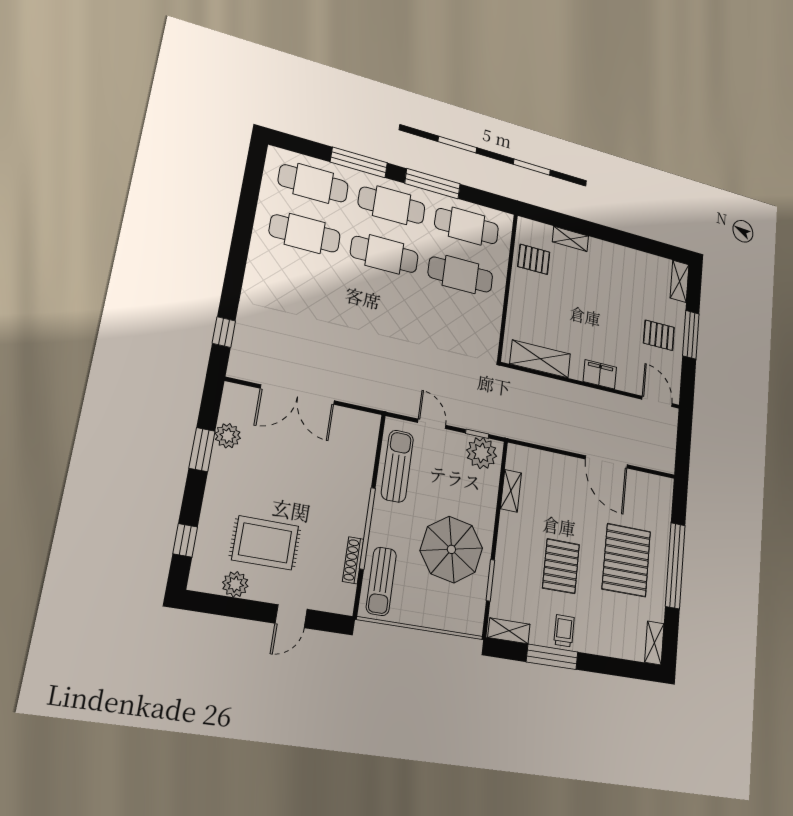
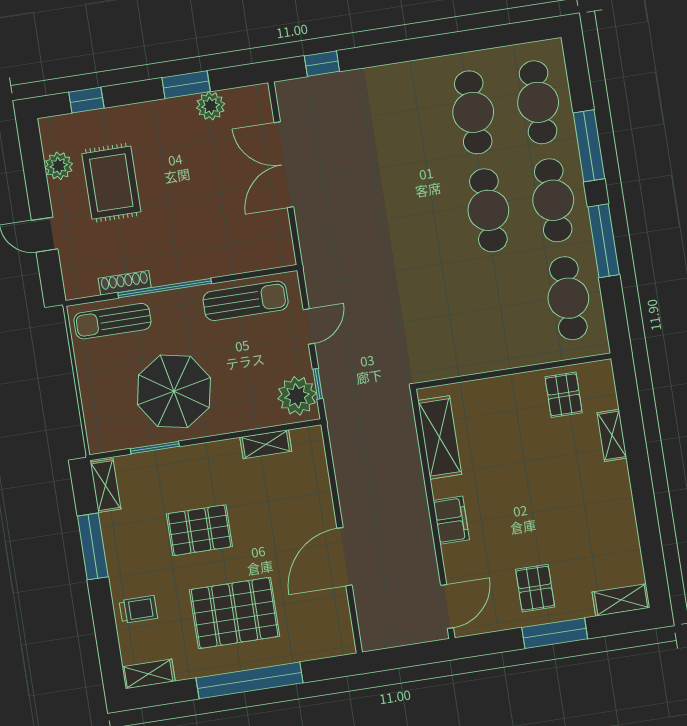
cafe table: (460, 275) -> (504, 308), removed
trolley: (564, 631) -> (138, 609), moved

